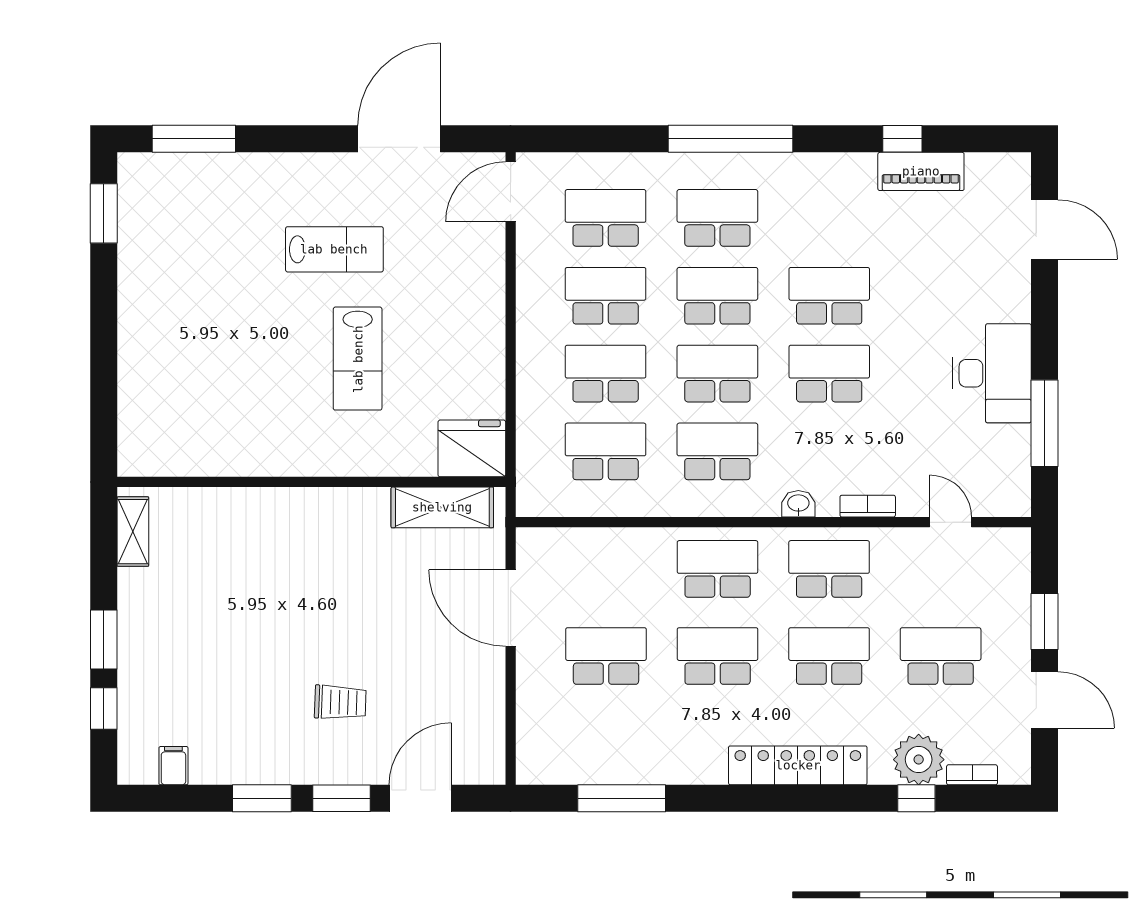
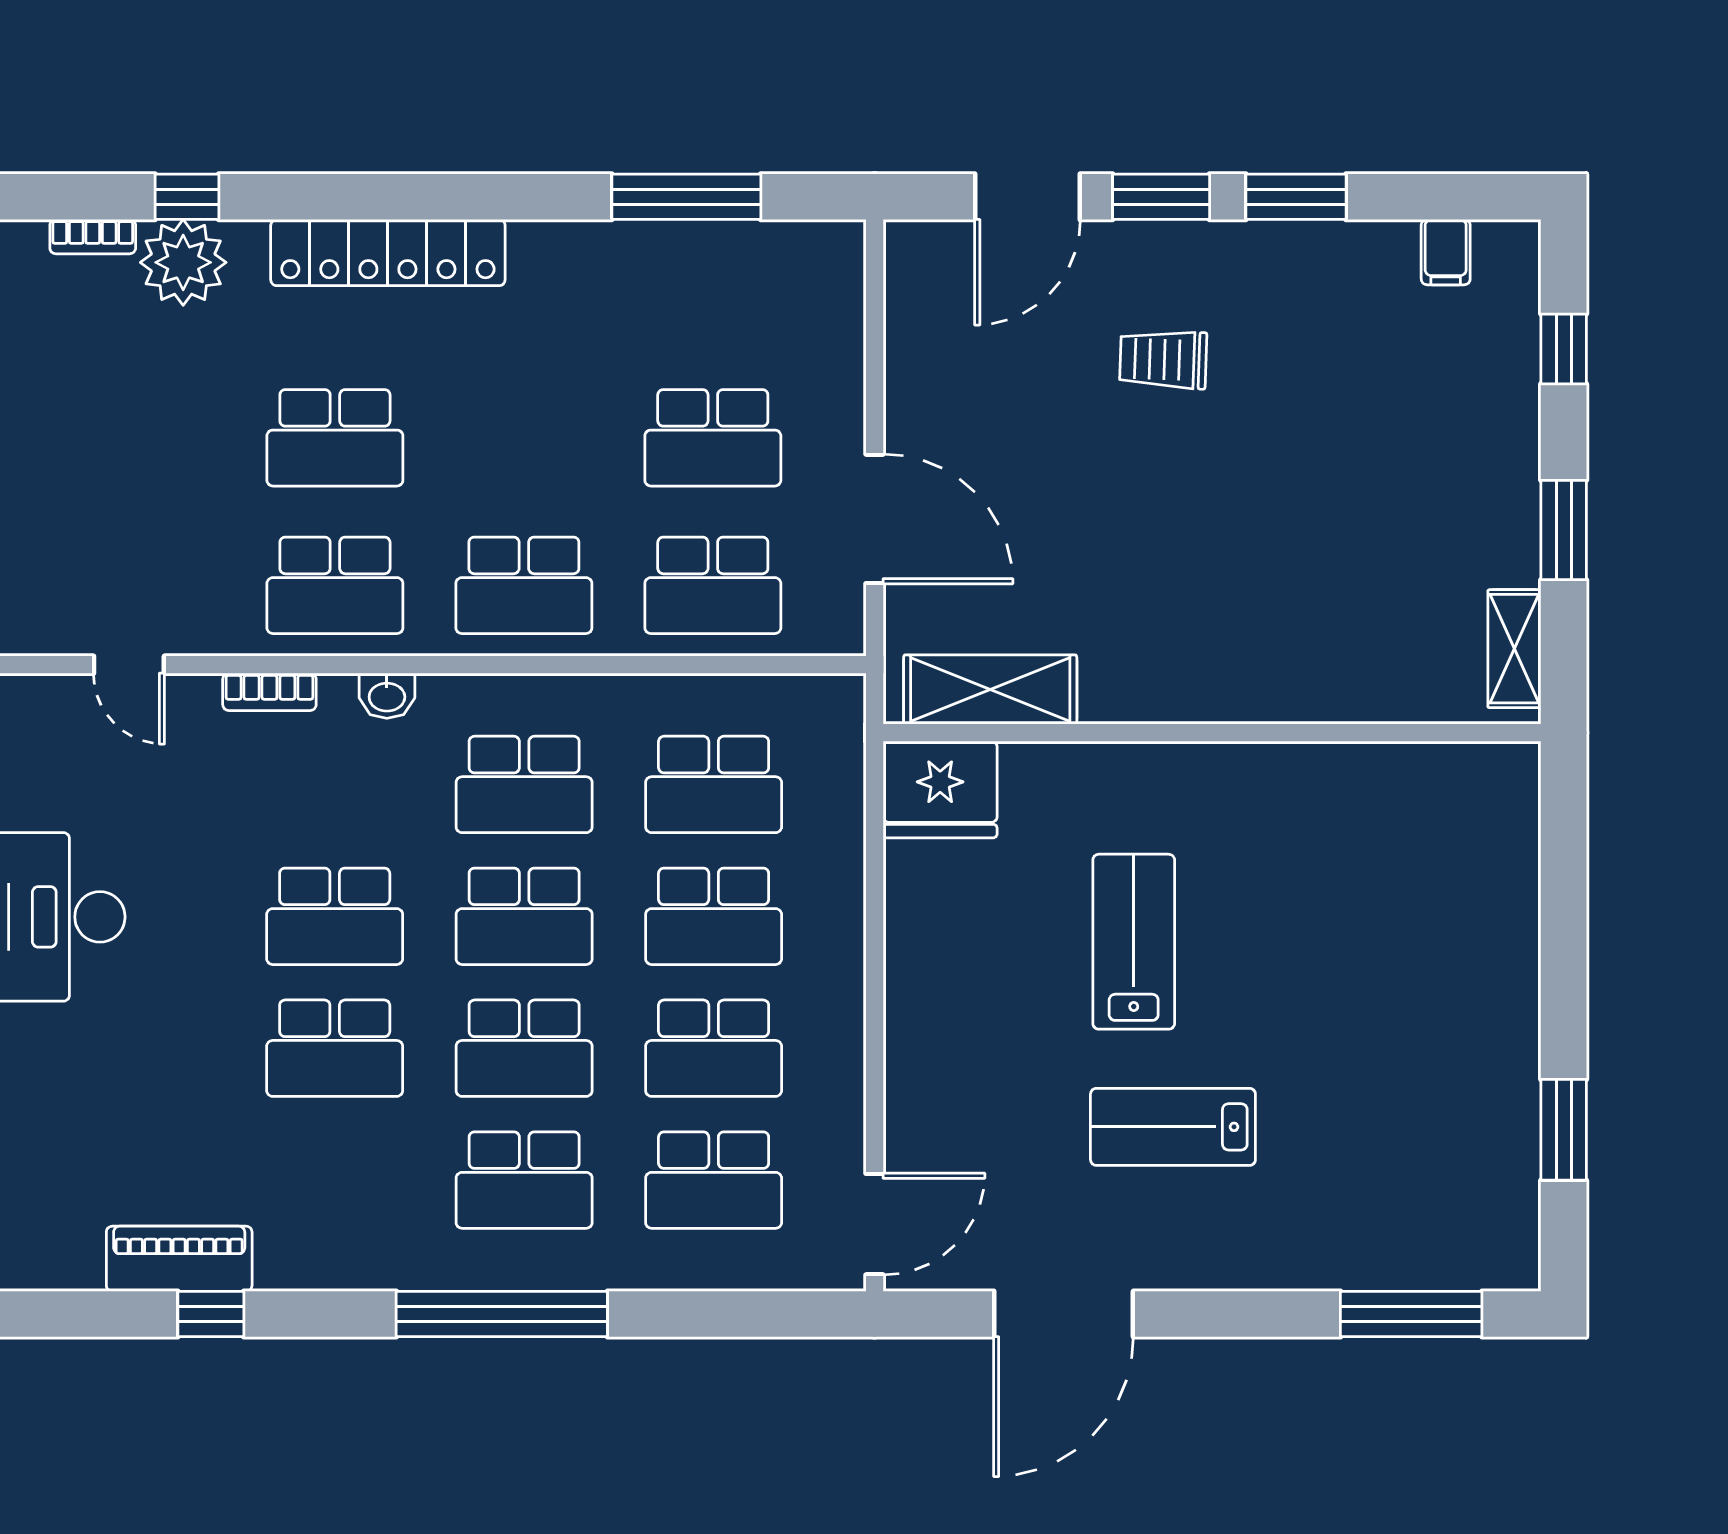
window: (104, 213) -> (1564, 1130), moved
window: (104, 639) -> (1564, 530), moved
school desk: (718, 656) -> (713, 585), moved
school desk: (941, 656) -> (146, 438), removed

